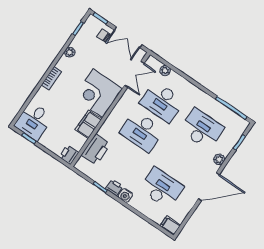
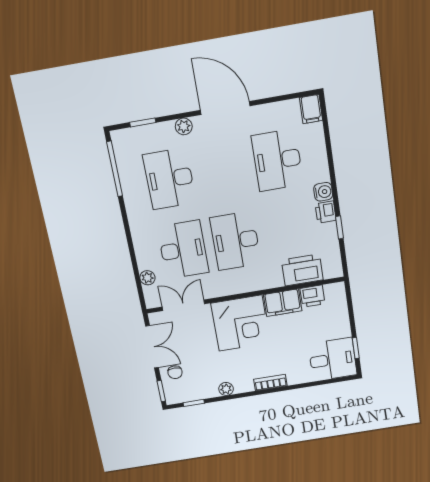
desk: (142, 131) -> (236, 241), turned 180
printer: (69, 155) -> (312, 296), moved

